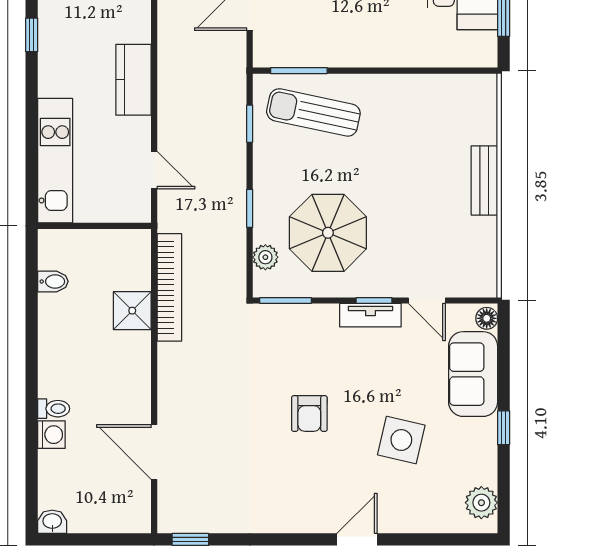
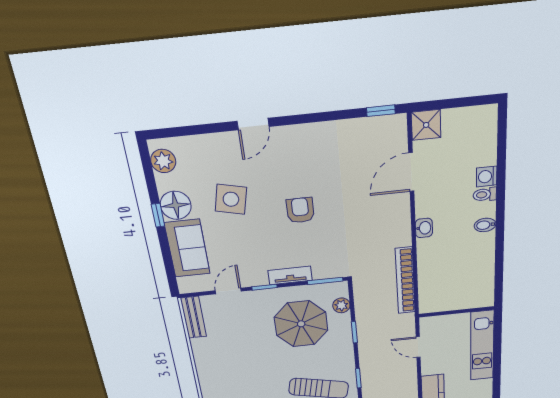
bench: (484, 180) -> (193, 317), moved
bidet: (53, 281) -> (485, 225), moved
door: (427, 300) -> (228, 291), hinge flipped
shower: (132, 311) -> (426, 125), moved
tv unit: (370, 315) -> (290, 275), moved
floor lamp: (487, 318) -> (176, 205), moved, width x1.89, depth x1.89
door: (154, 452) -> (411, 172), swing flipped
washbasin: (52, 522) -> (424, 228), moved, turned -90

